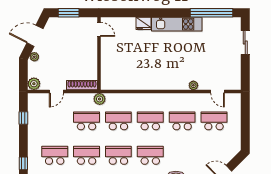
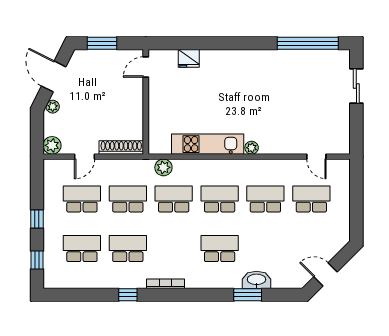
fridge: (144, 23) -> (189, 58), moved
kitchen unit: (177, 24) -> (208, 144), moved, turned 180
door: (99, 29) -> (146, 67), swing flipped
door: (35, 36) -> (54, 76), hinge flipped
plant: (193, 85) -> (252, 148), moved
plant: (100, 99) -> (163, 167), moved
window: (23, 118) -> (37, 219), moved
school desk: (118, 155) -> (82, 199), moved

